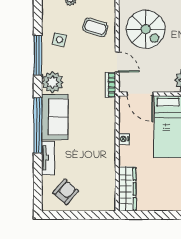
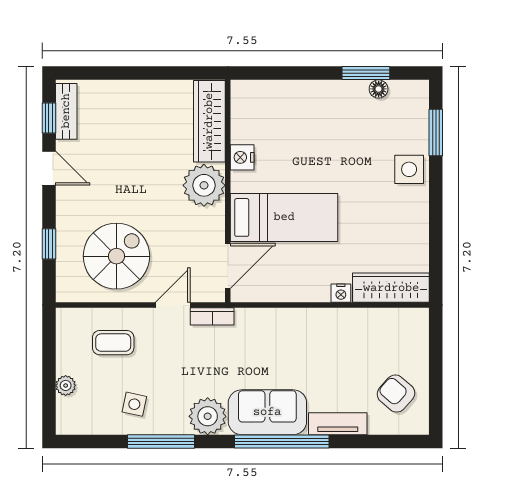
coffee table: (95, 27) -> (113, 343), turned 72
nightstand: (124, 139) -> (341, 293), moved

